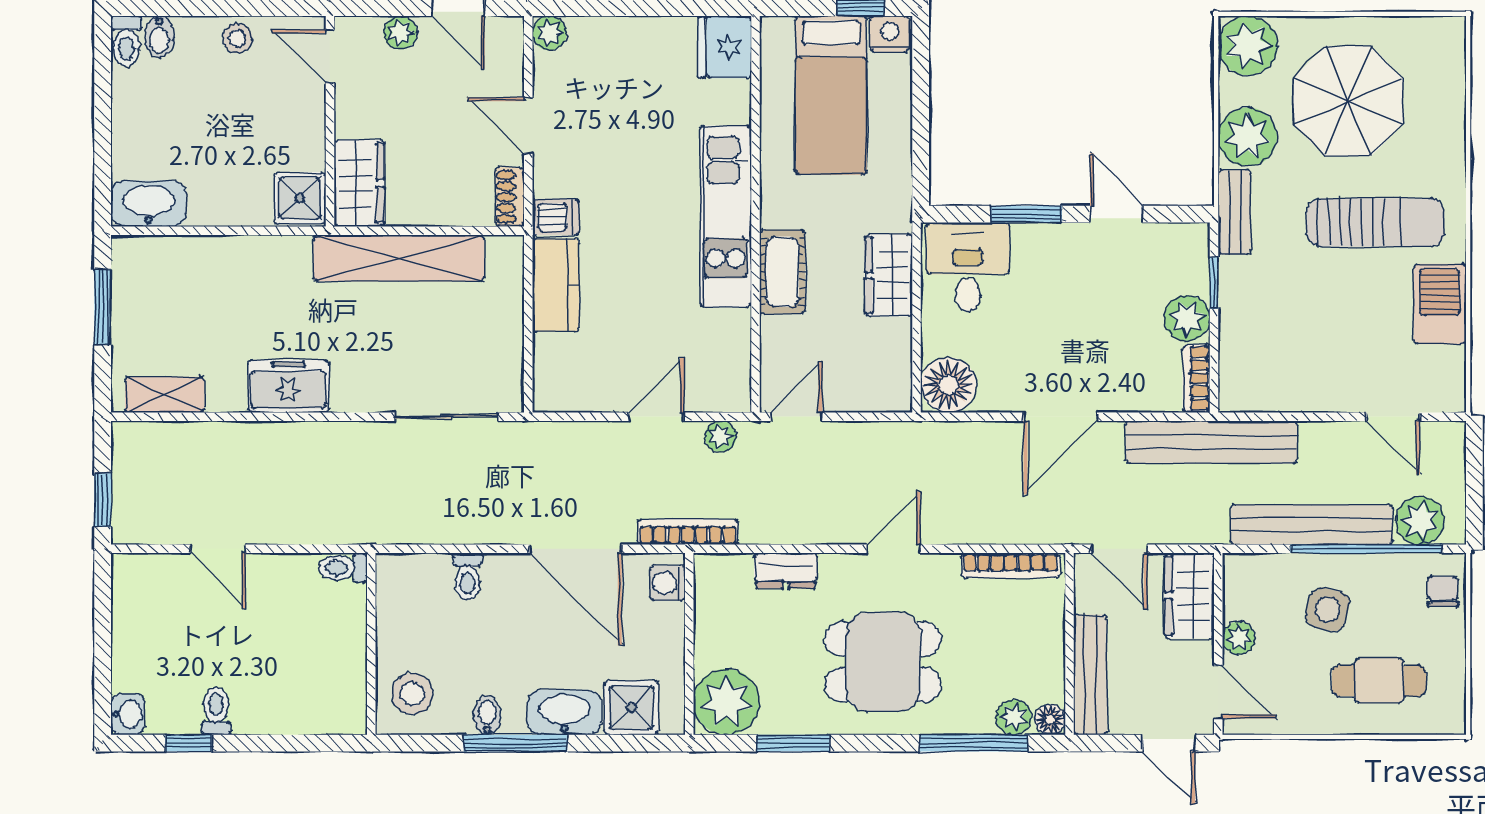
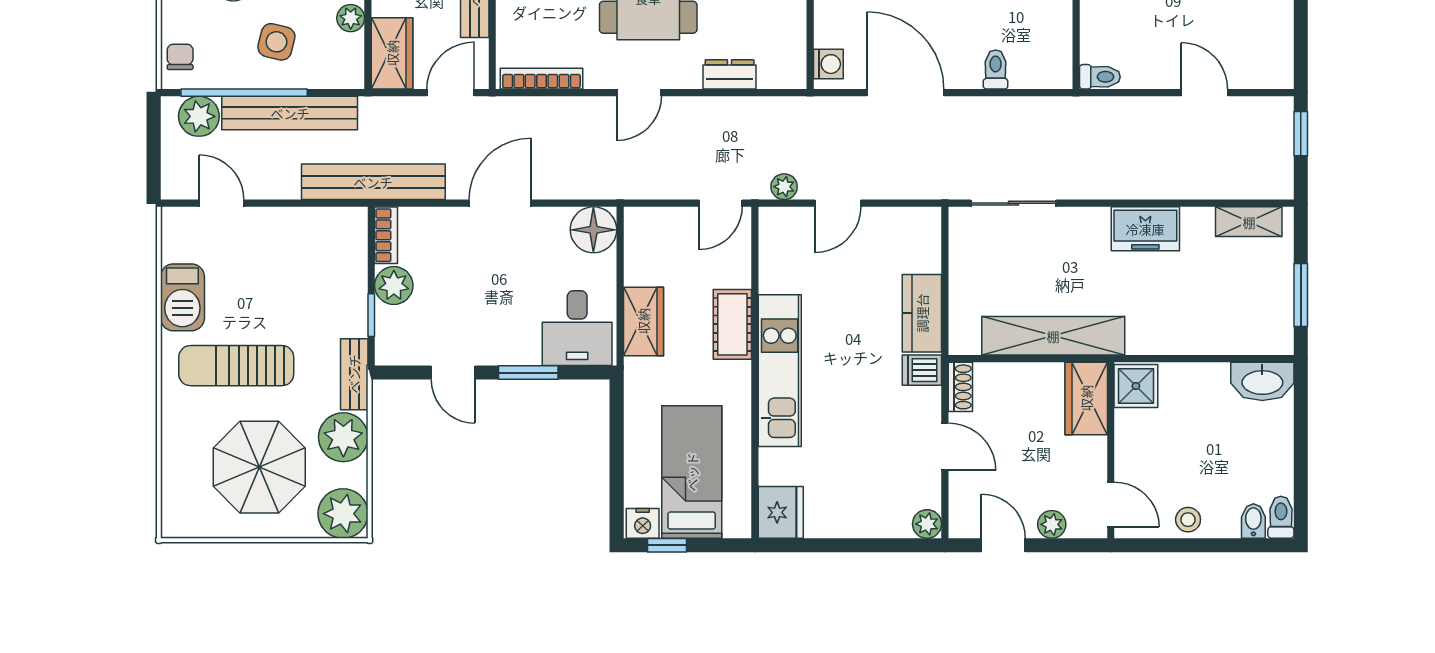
bookcase: (688, 532) -> (811, 107), removed
door: (1119, 549) -> (450, 93), hinge flipped
chair: (1443, 592) -> (180, 57), turned 180

